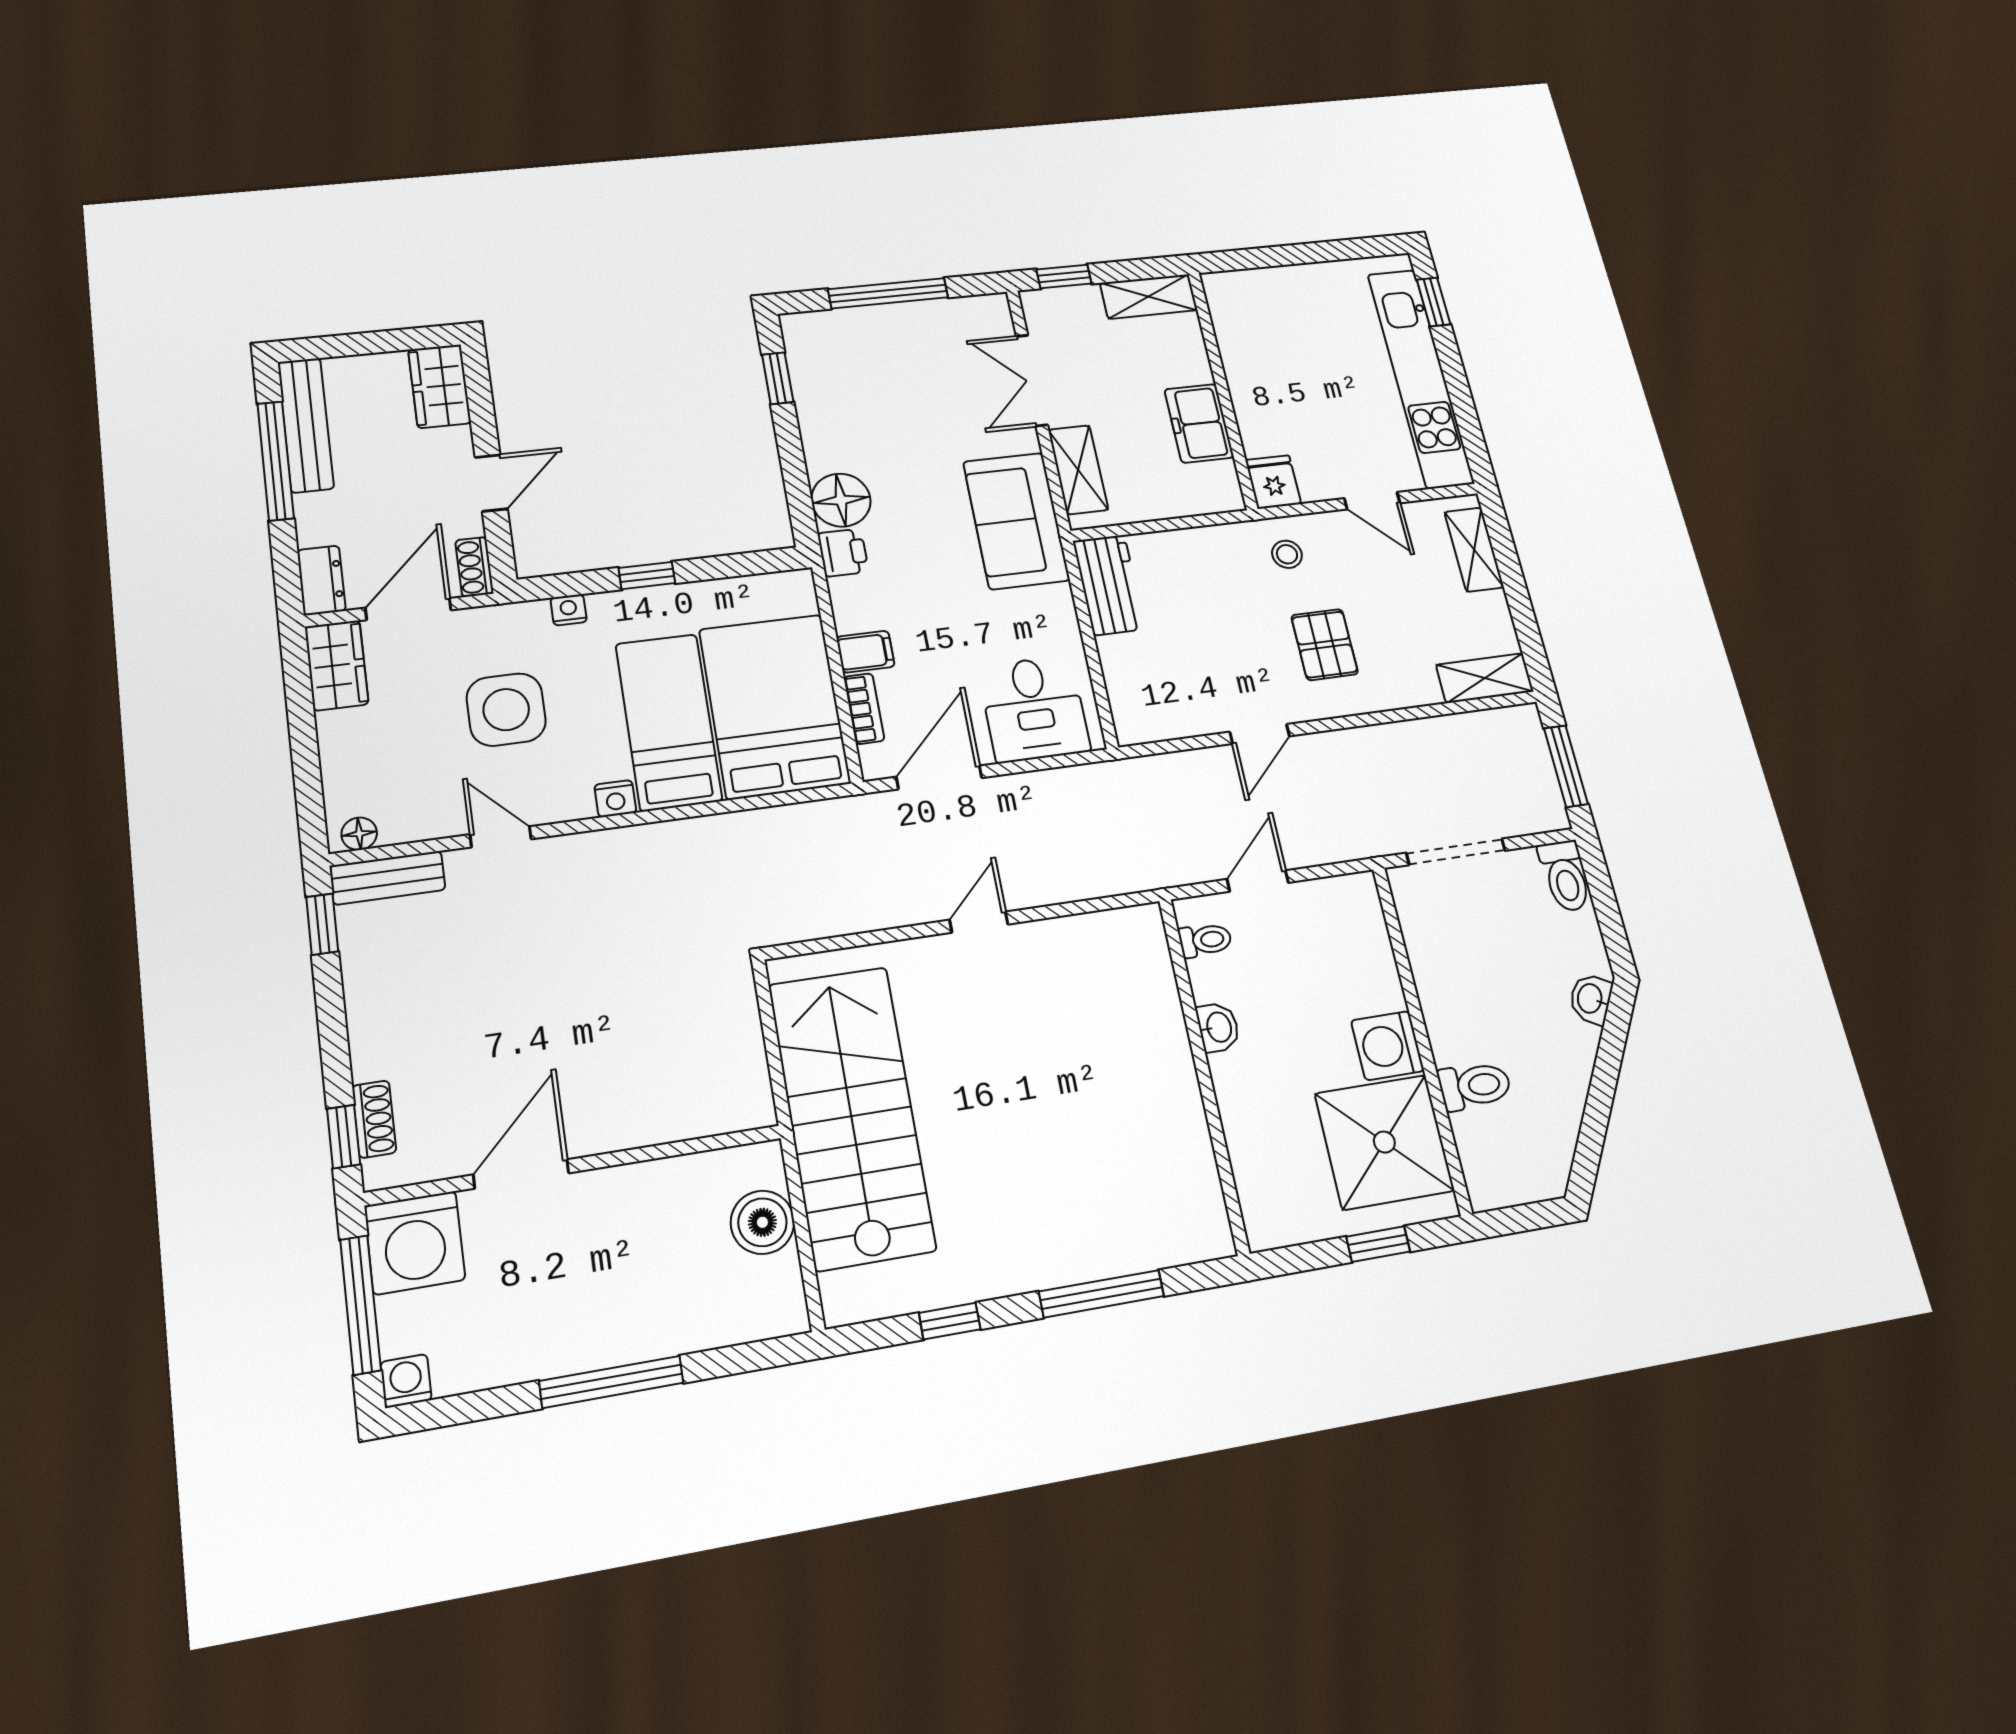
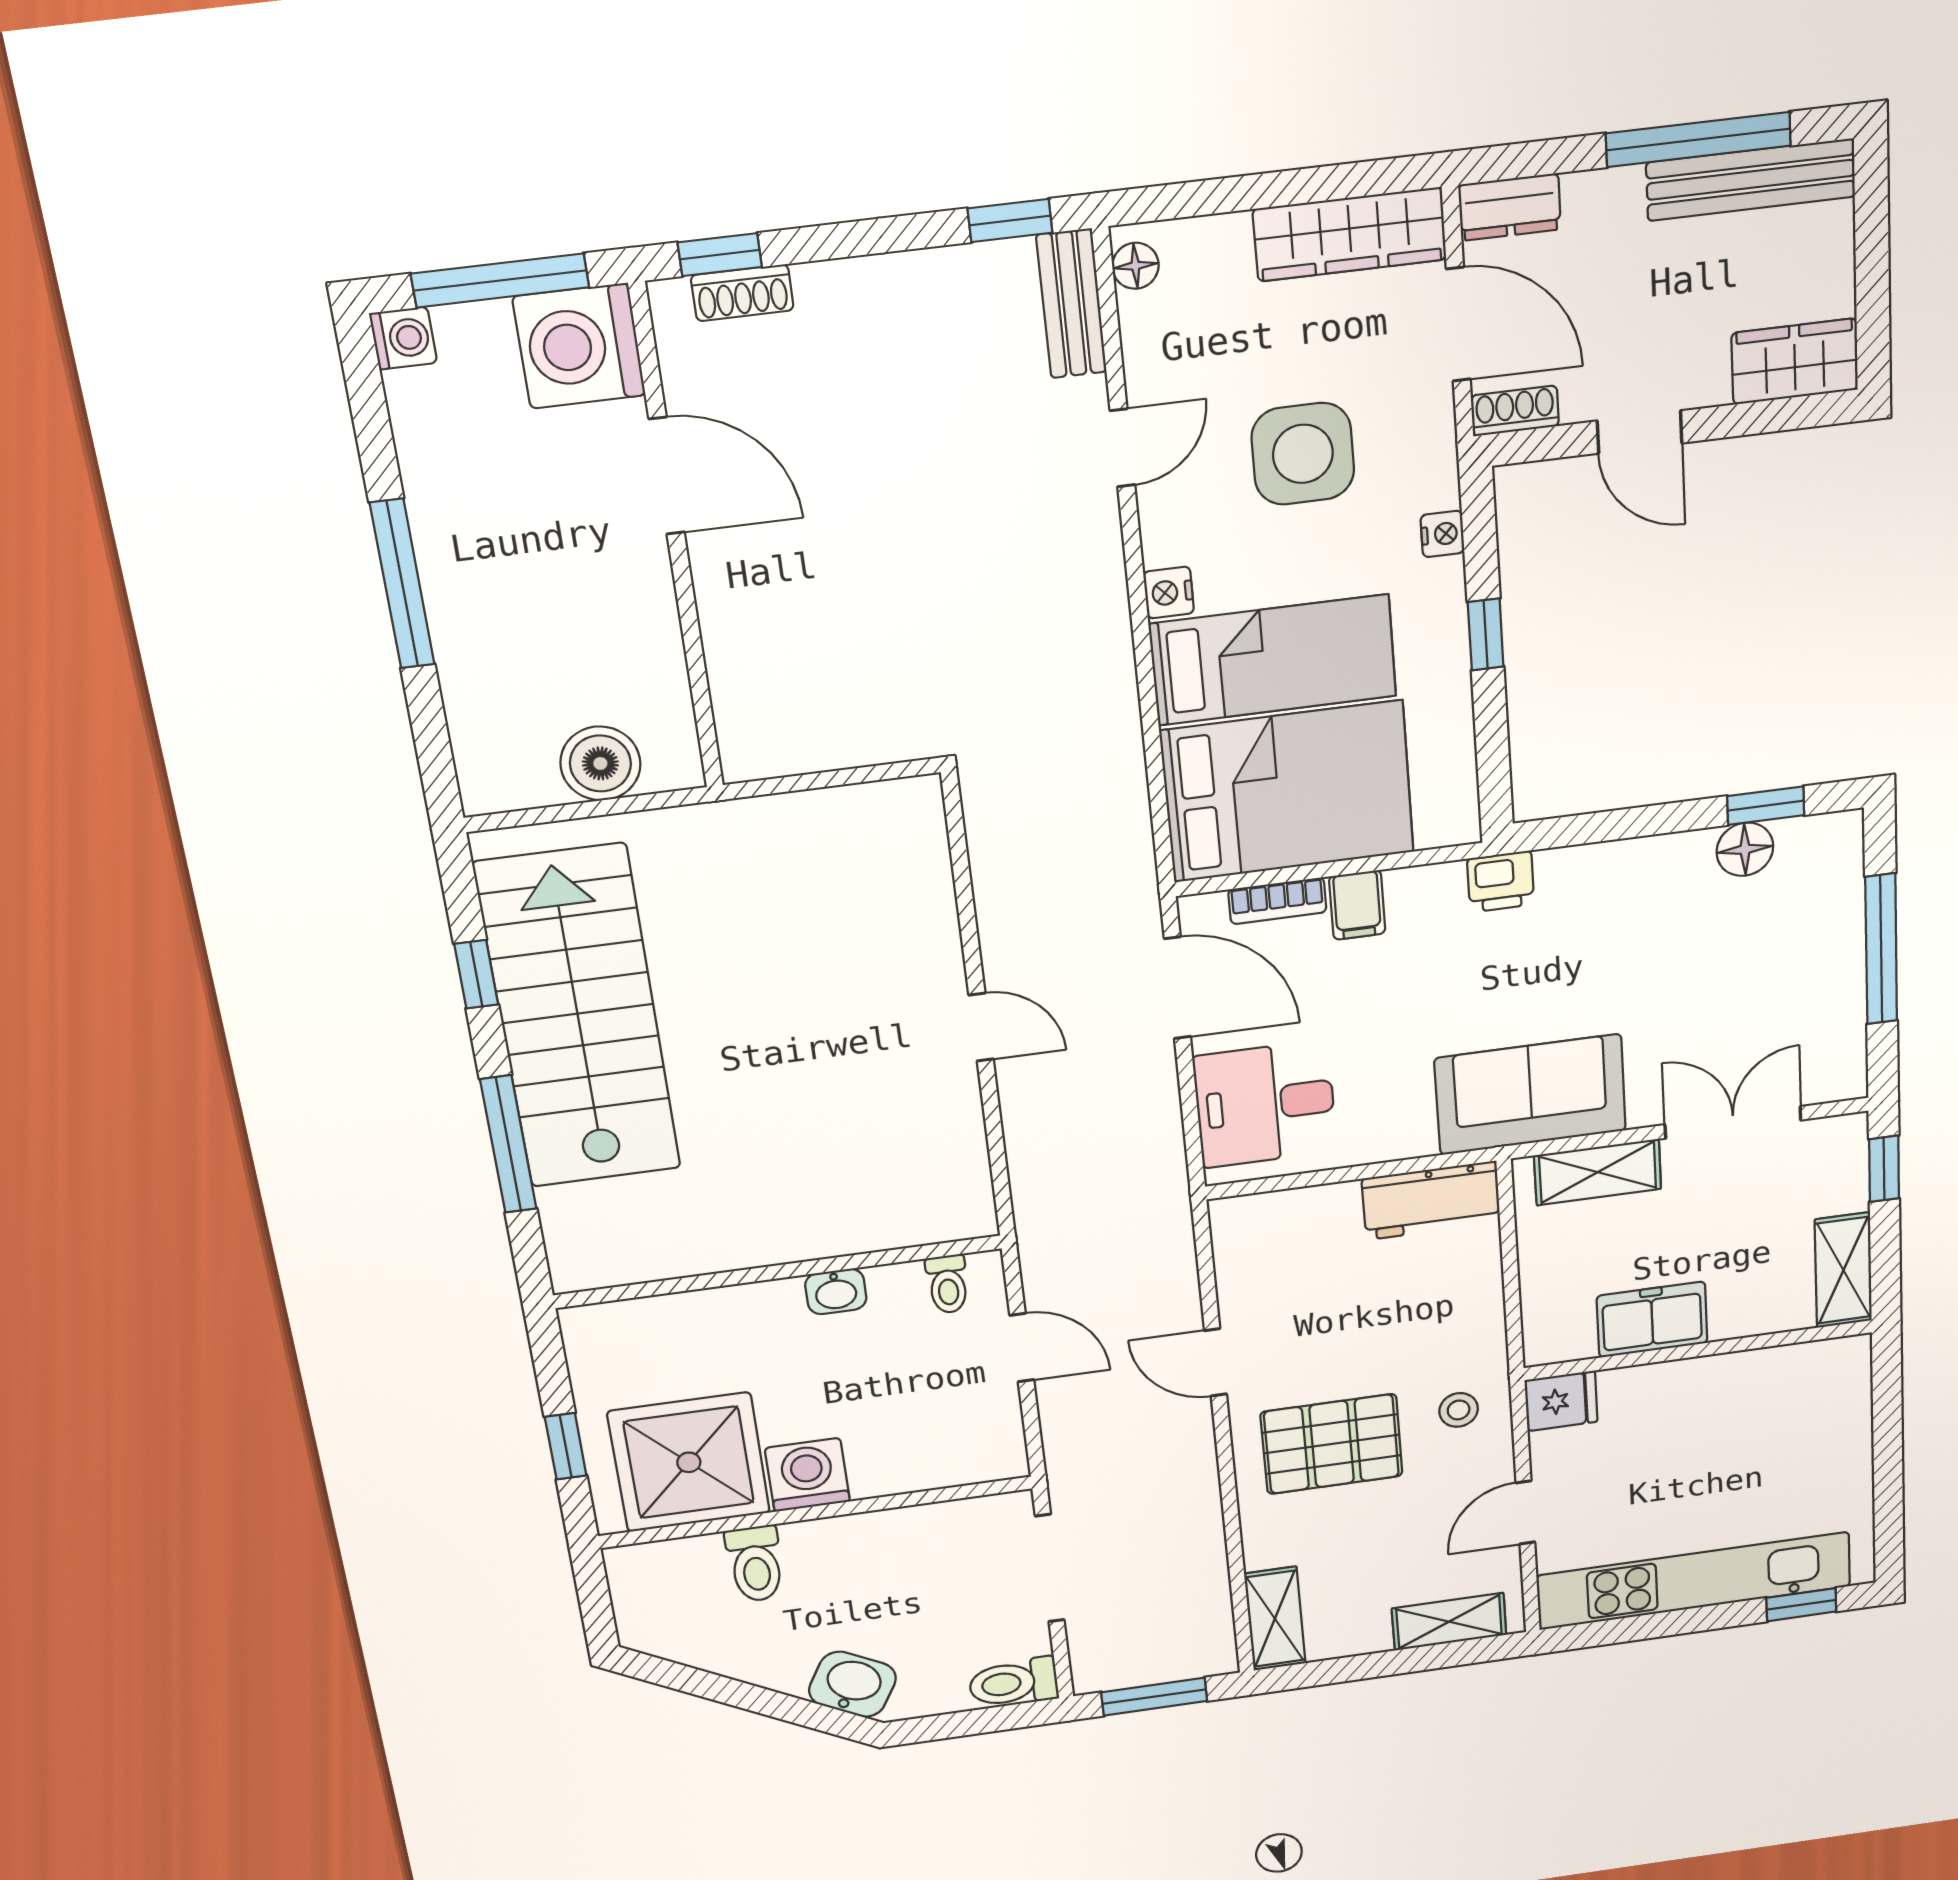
floor lamp: (841, 500) -> (1745, 849), moved, width x0.73, depth x0.73
pallet: (1325, 645) -> (1332, 1444), width x1.50, depth x1.42
wardrobe: (337, 665) -> (1350, 234), width x1.50
washbasin: (1591, 999) -> (852, 1684), width x1.38, depth x1.45
stairs: (851, 1116) -> (578, 1018), moved, turned -90

